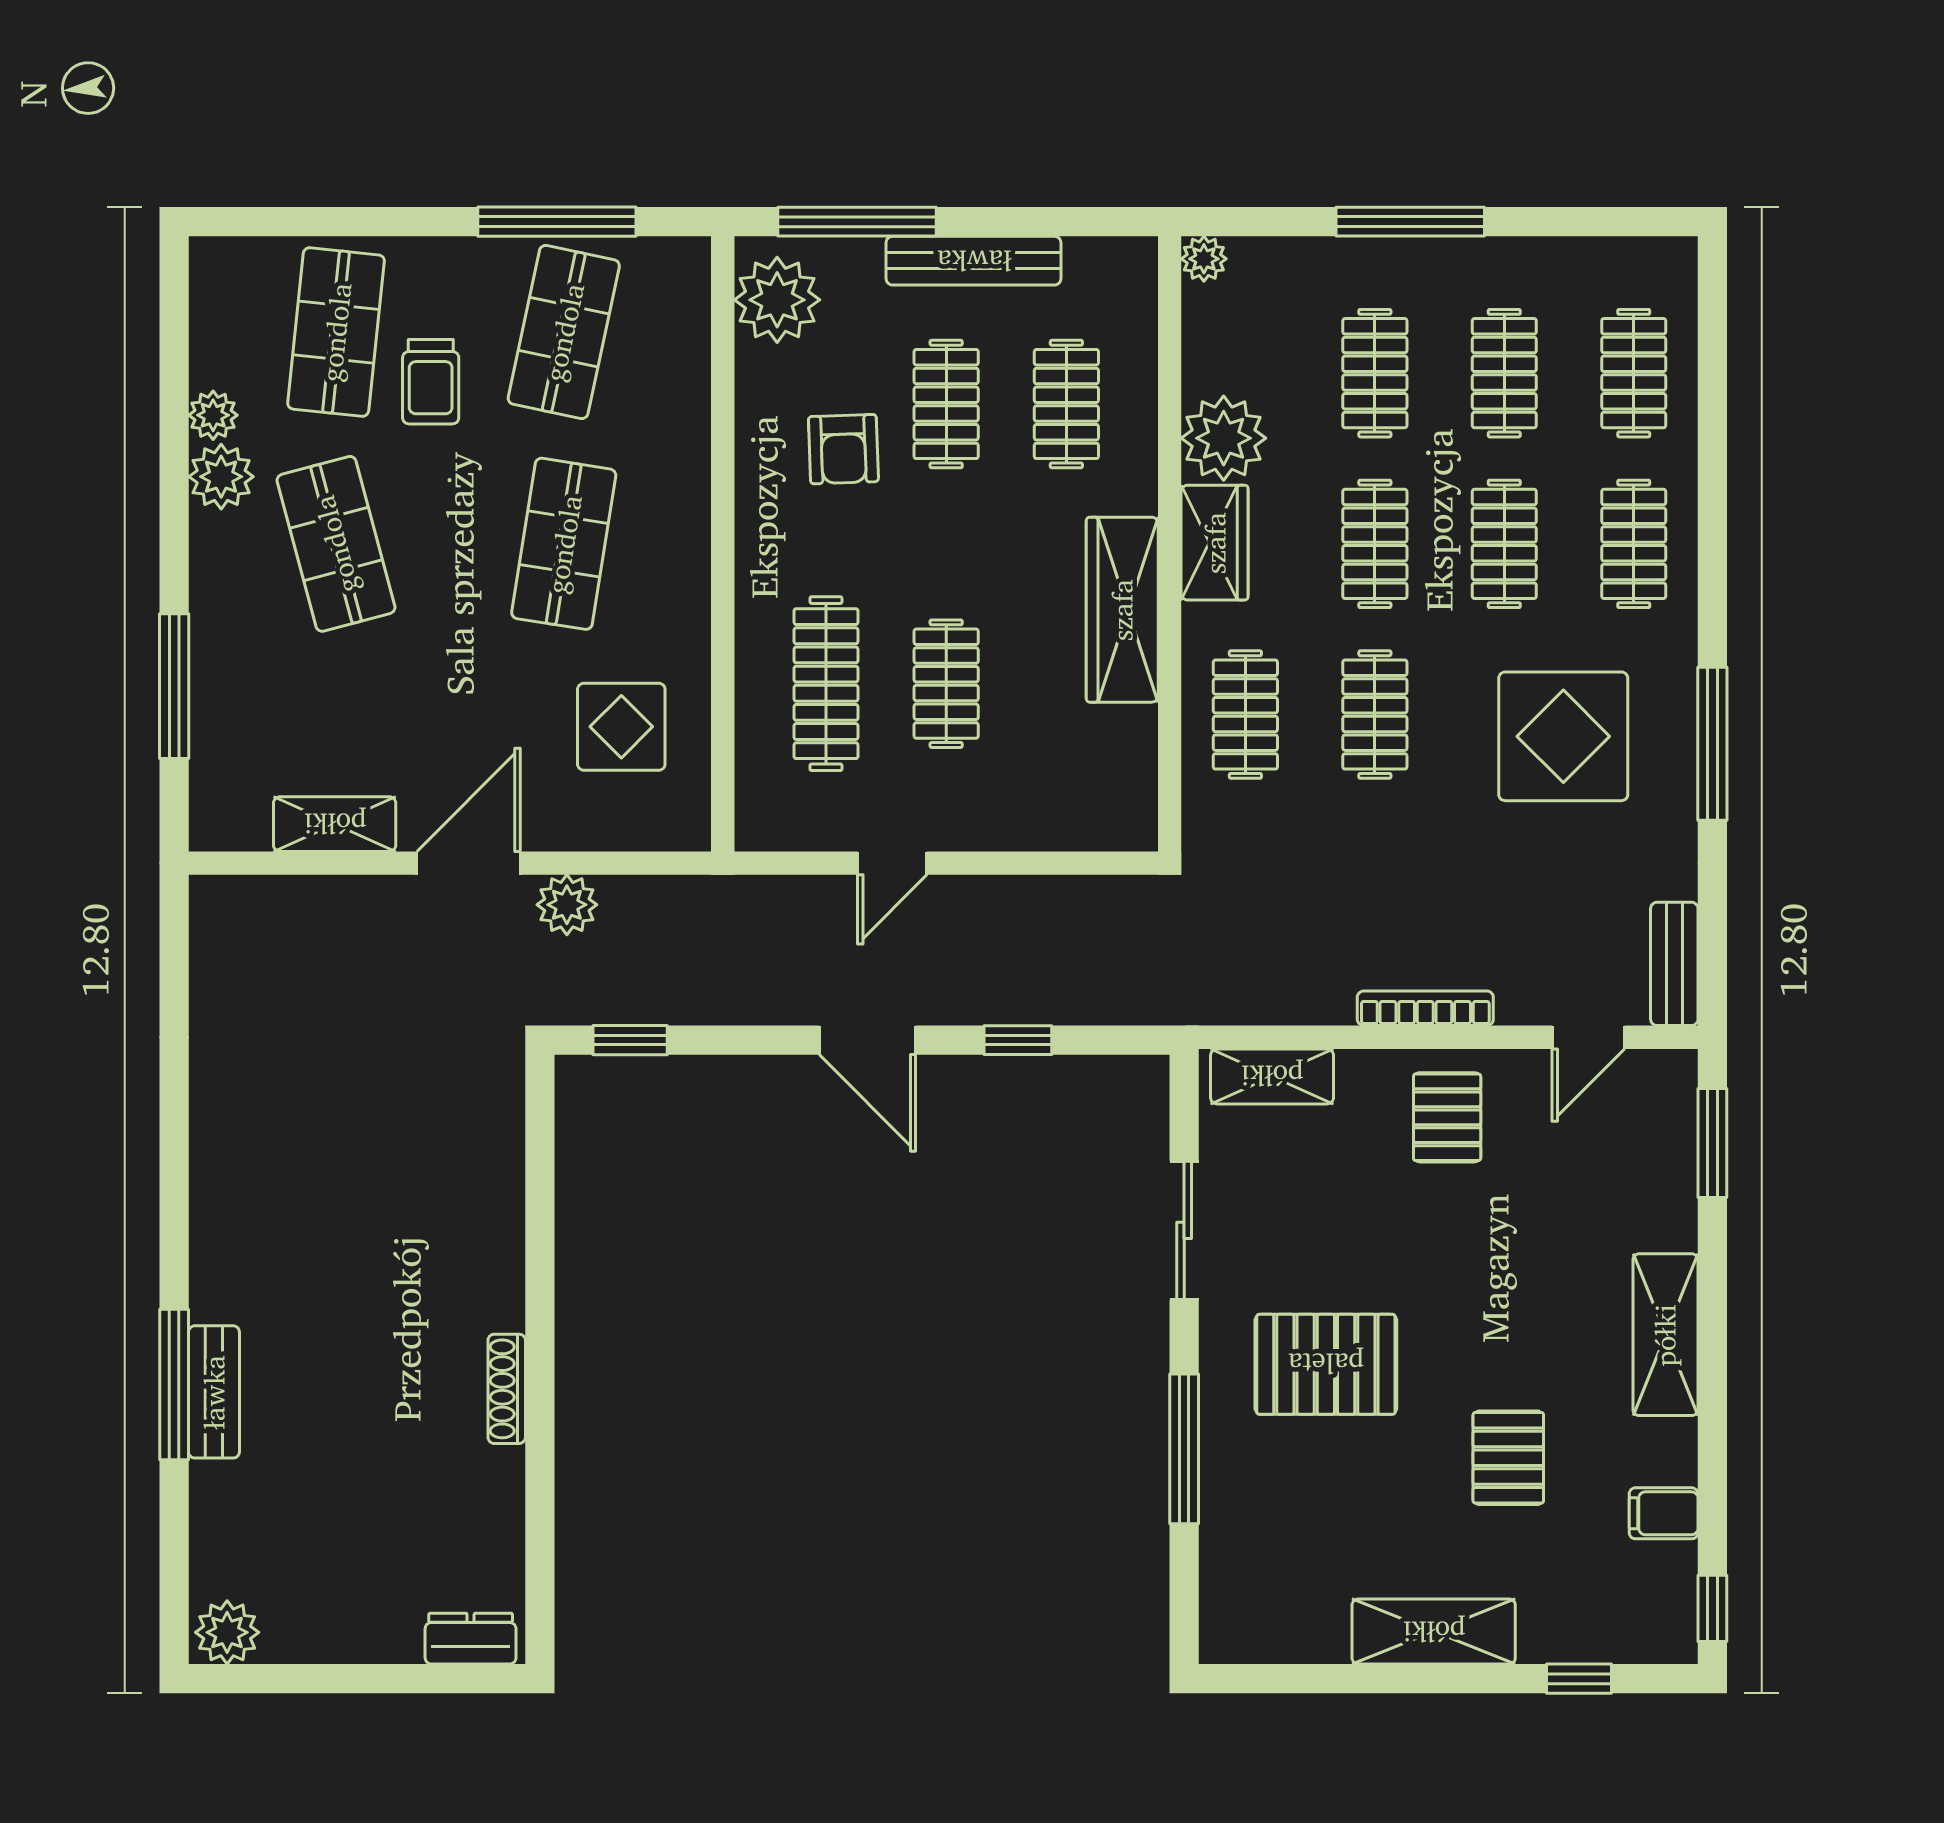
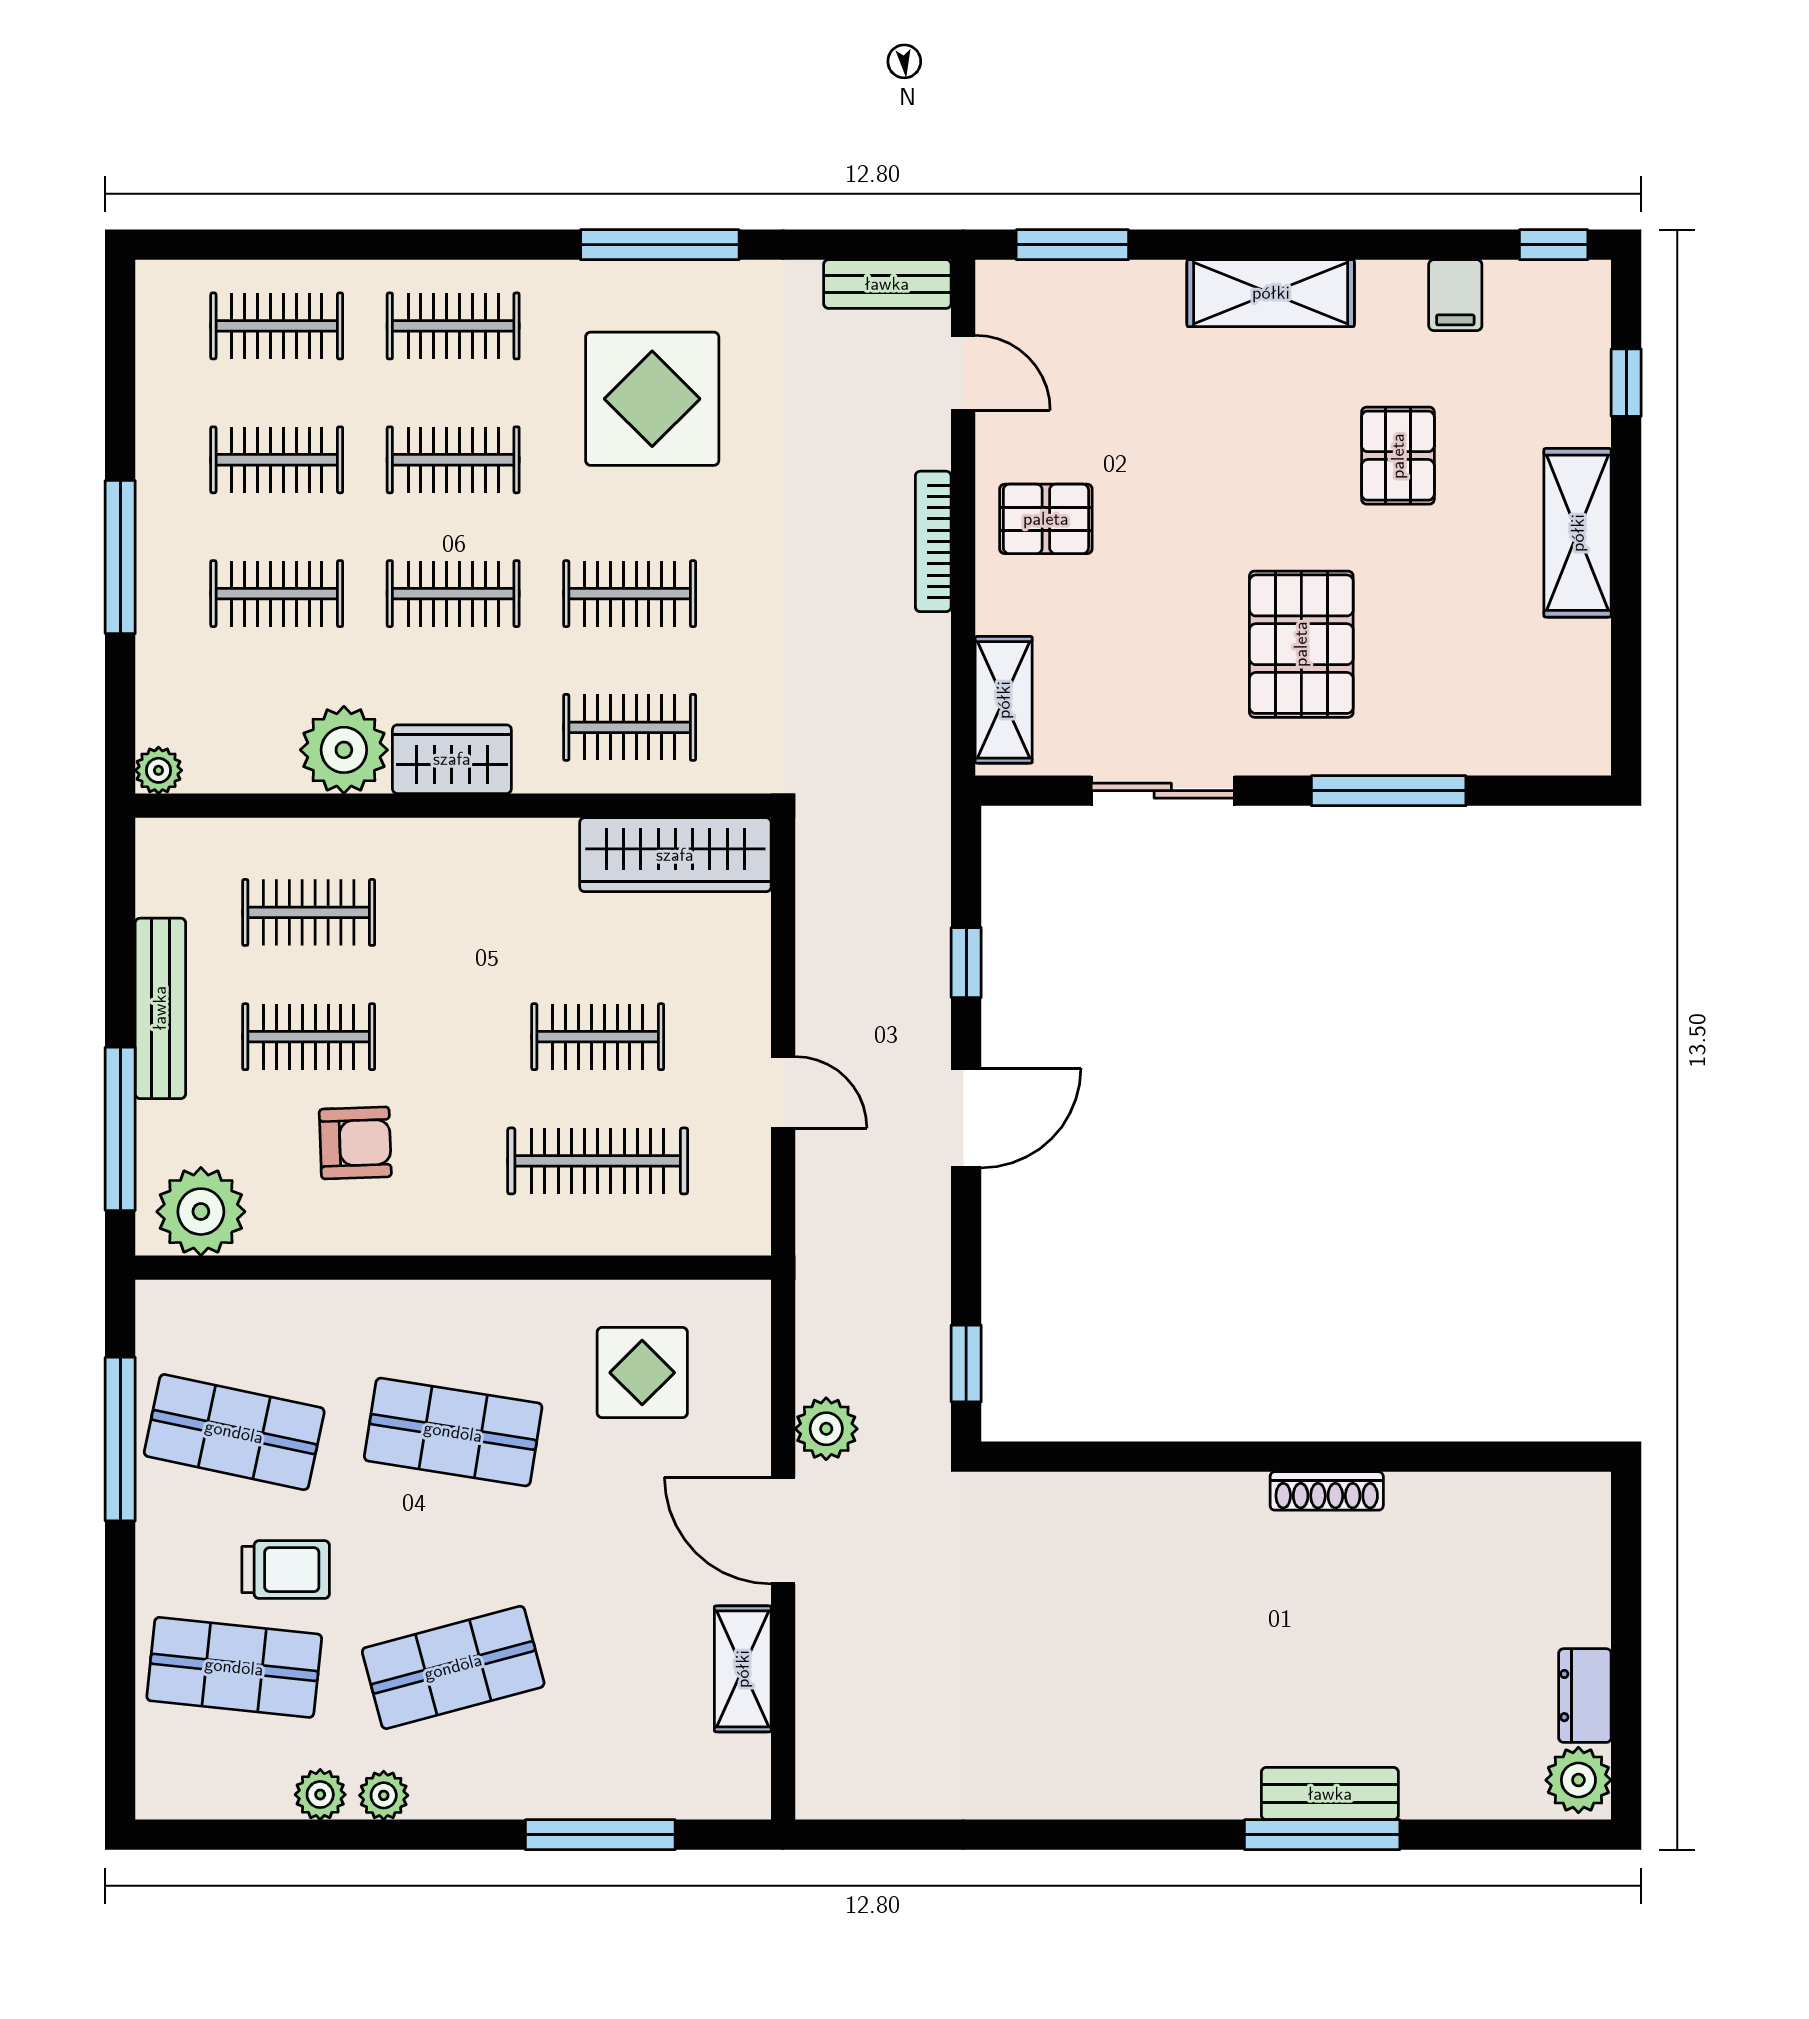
plant: (221, 477) -> (384, 1795), width x0.73, depth x0.73
wardrobe: (1122, 610) -> (675, 855), moved
pallet: (1508, 1458) -> (1398, 456), turned 90
dresser: (471, 1639) -> (1585, 1696), moved

